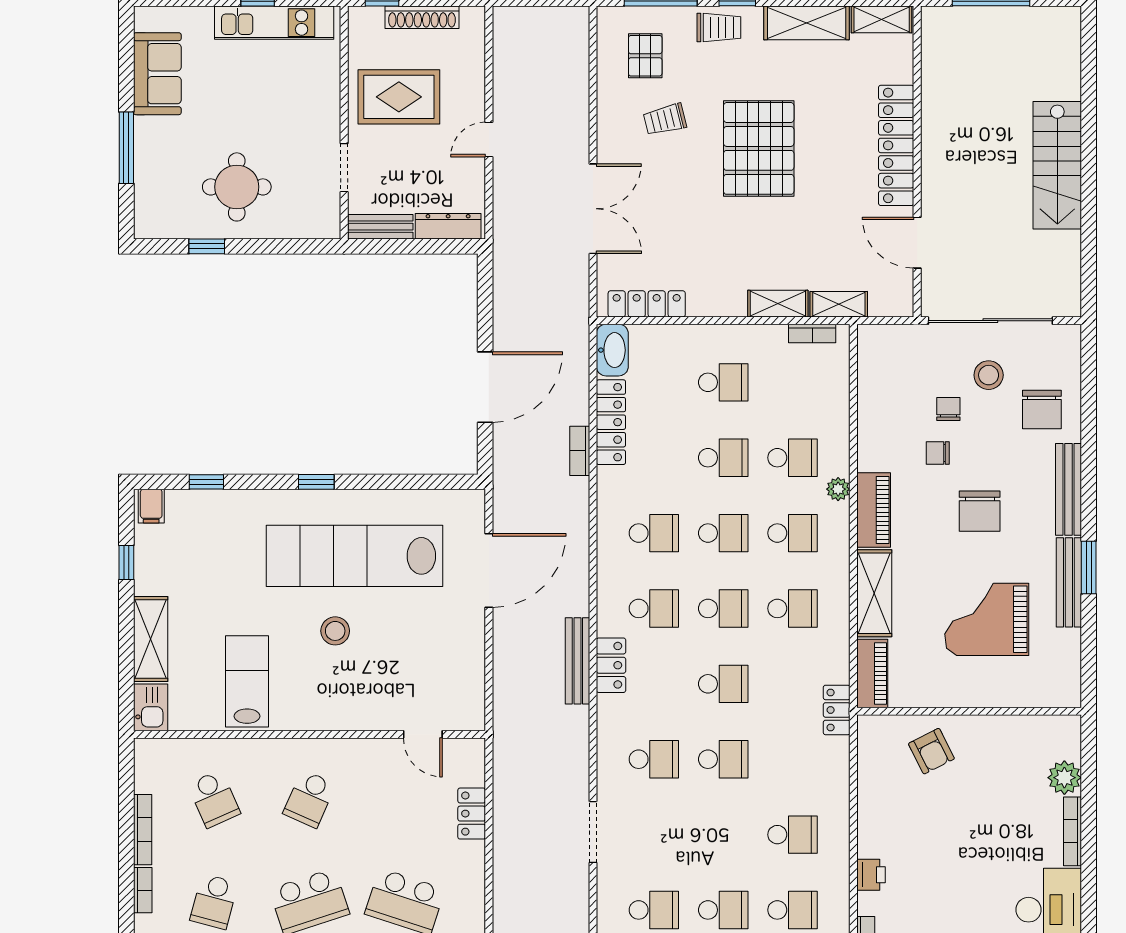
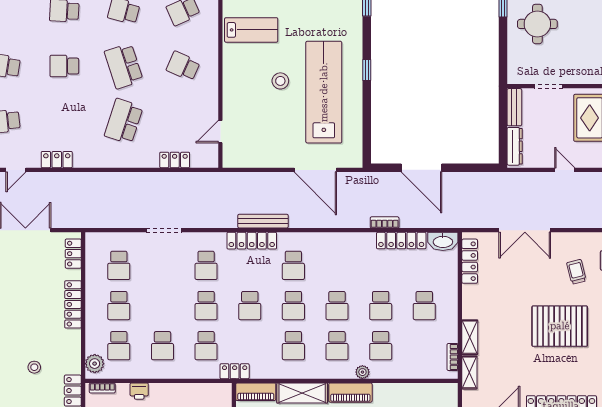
school desk: (654, 533) -> (206, 346), moved
locker: (611, 665) -> (252, 241), width x1.53

